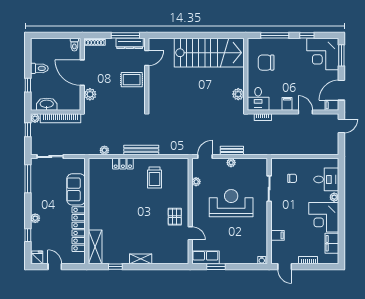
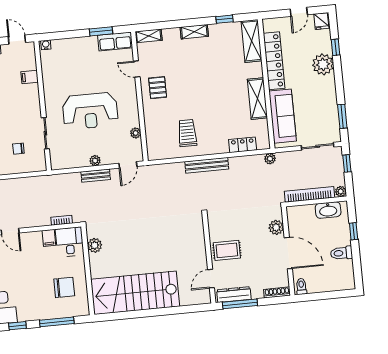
filing cabinet: (287, 104) -> (49, 238), moved
window: (28, 130) -> (347, 163), moved
plant: (104, 150) -> (270, 159), moved
locker: (123, 164) -> (243, 145), moved
window: (28, 179) -> (342, 116), width x0.69
sofa: (76, 189) -> (283, 116), width x1.36
shelving: (95, 200) -> (257, 99), added
plant: (35, 218) -> (323, 64), width x1.87, depth x1.87
shelving: (178, 259) -> (149, 36), added
door: (55, 267) -> (299, 12), hinge flipped

